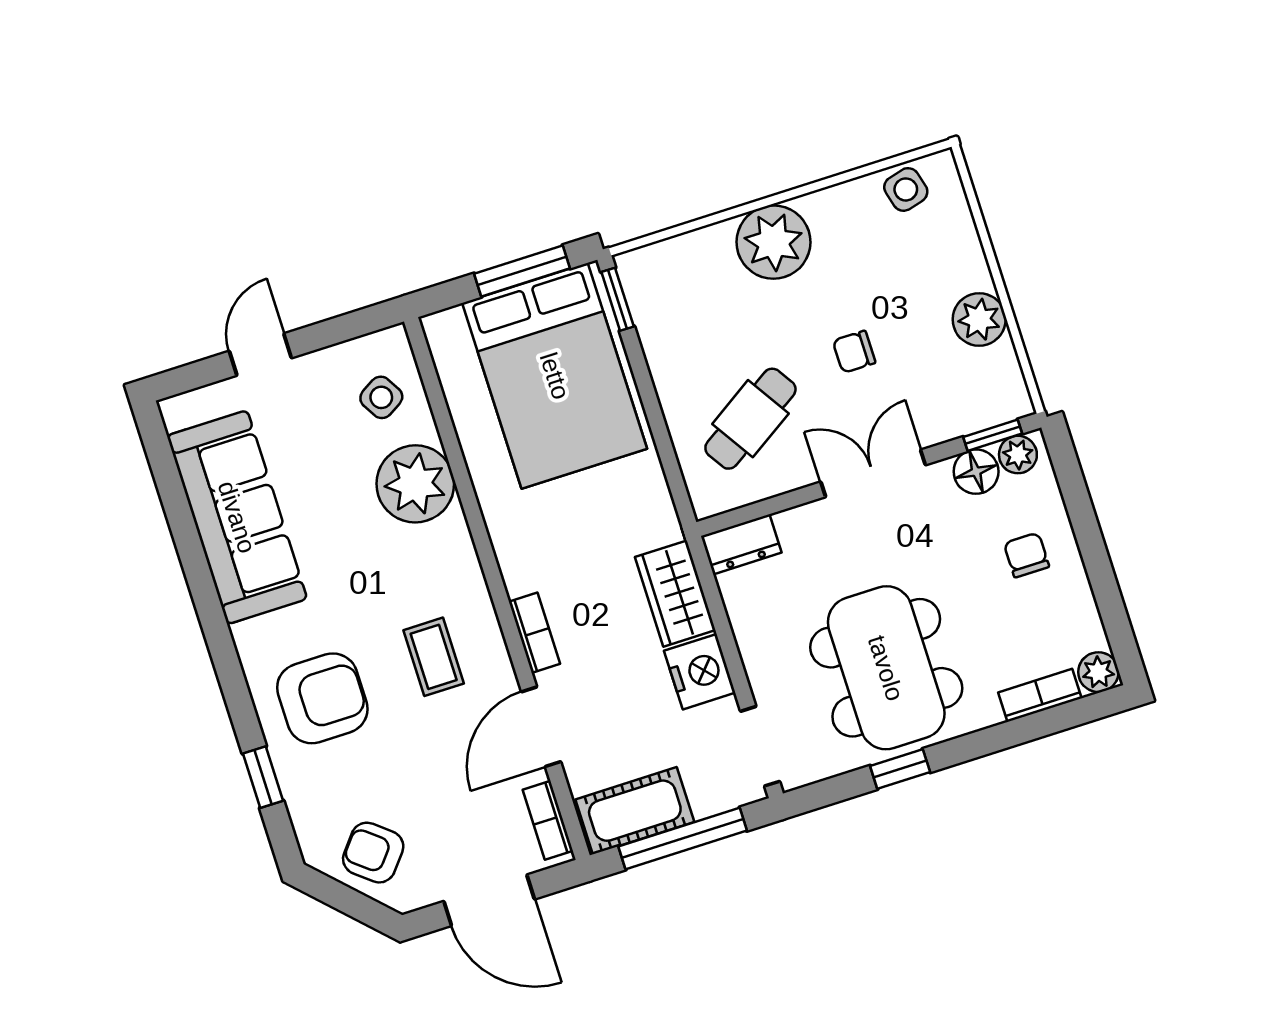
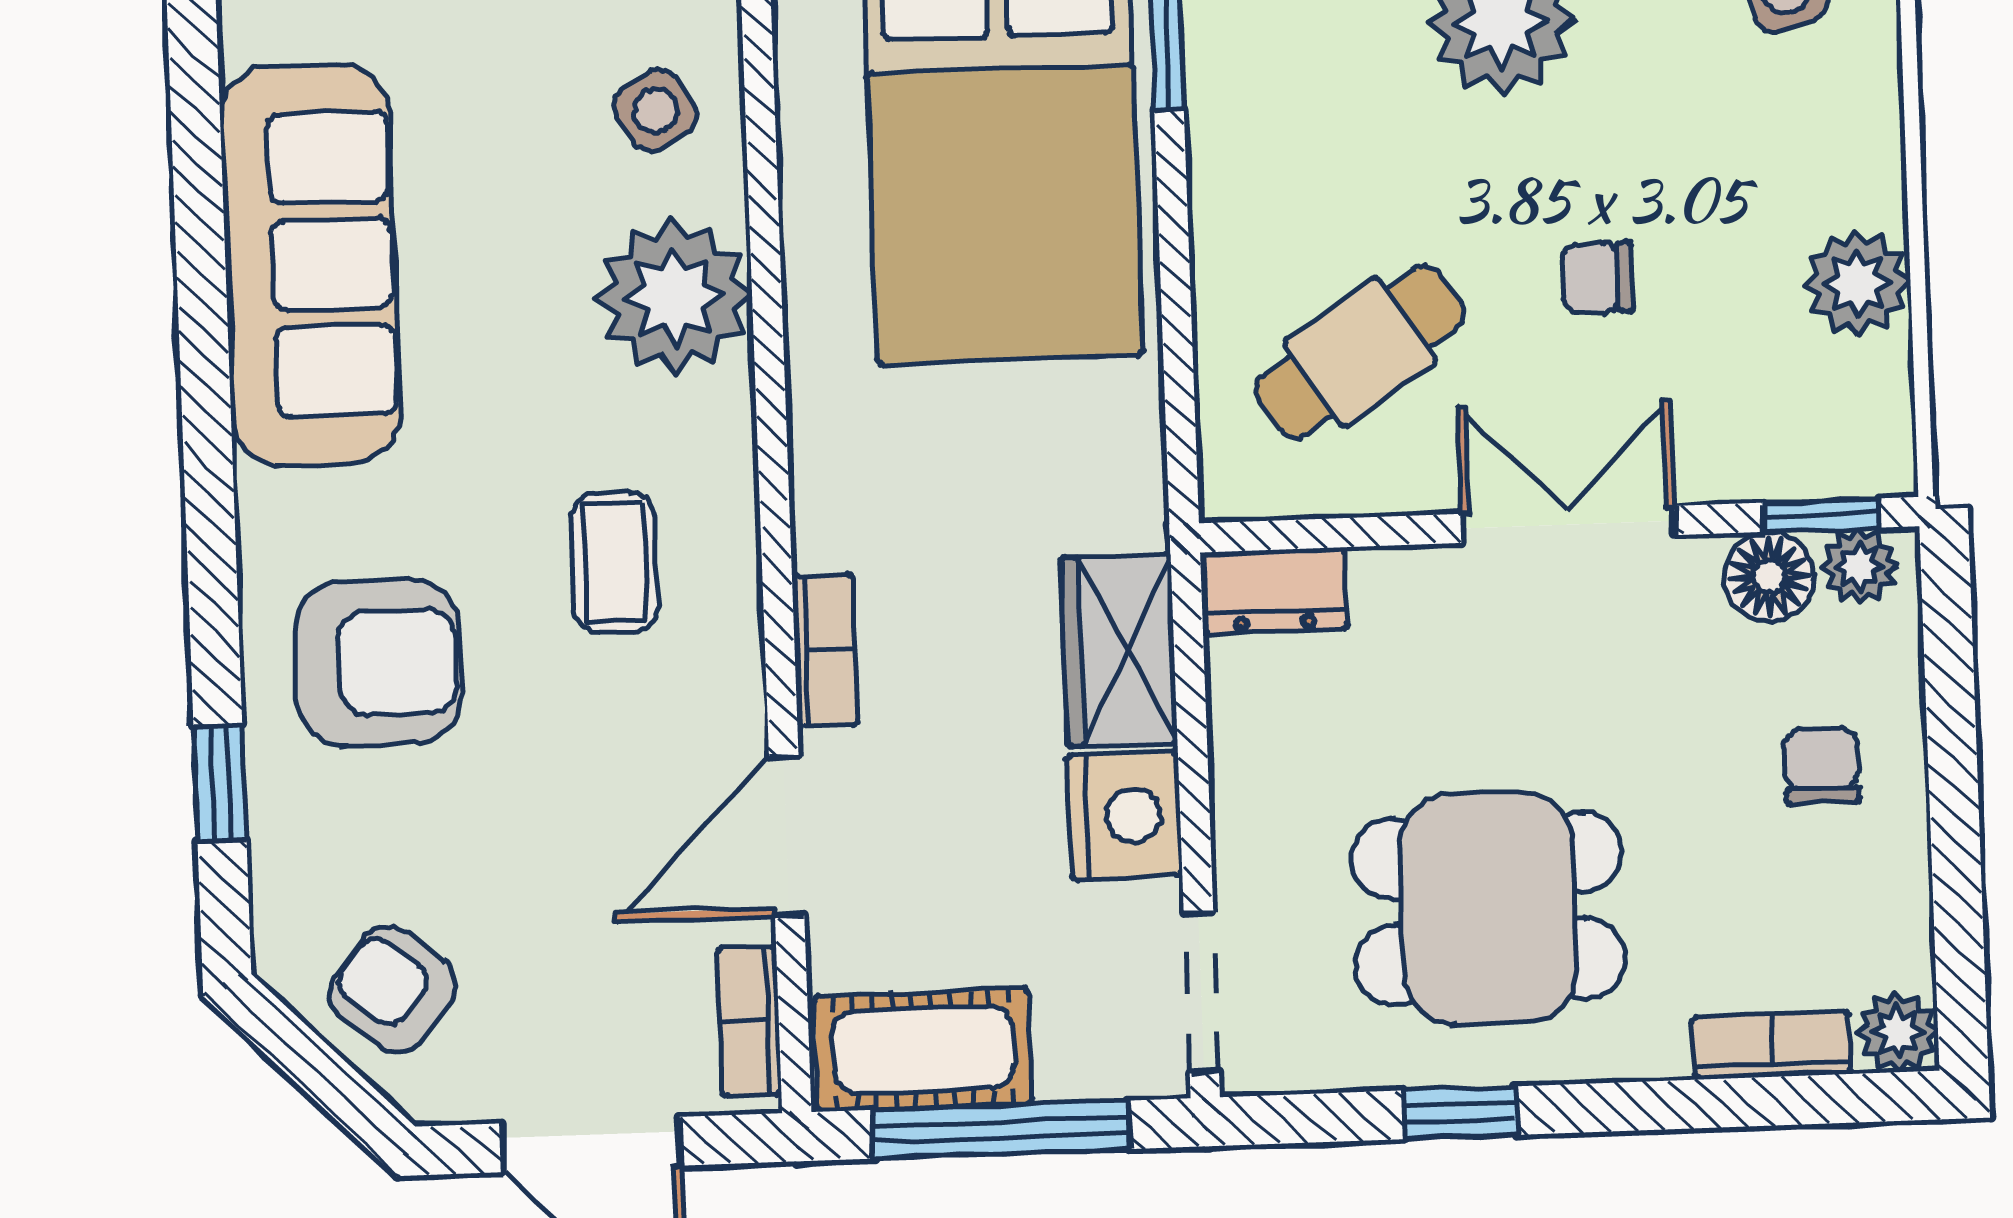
coffee table: (434, 657) -> (614, 562), moved
dining table: (886, 668) -> (1488, 909), width x0.73

